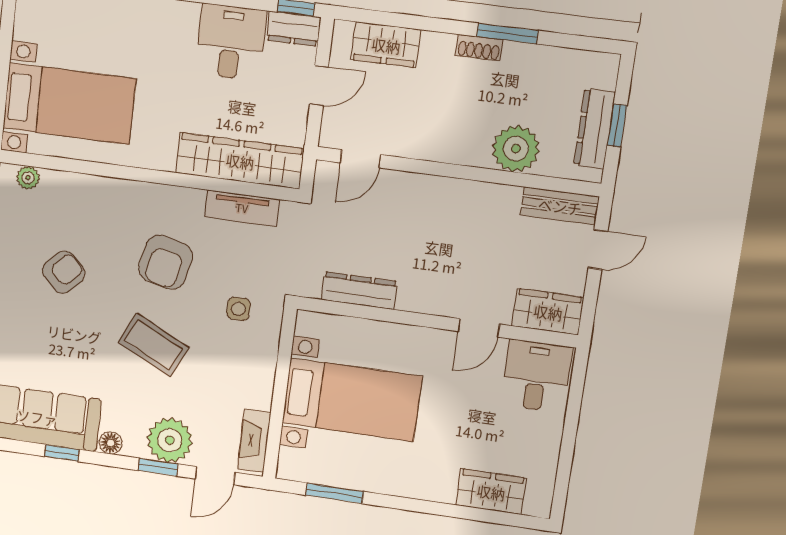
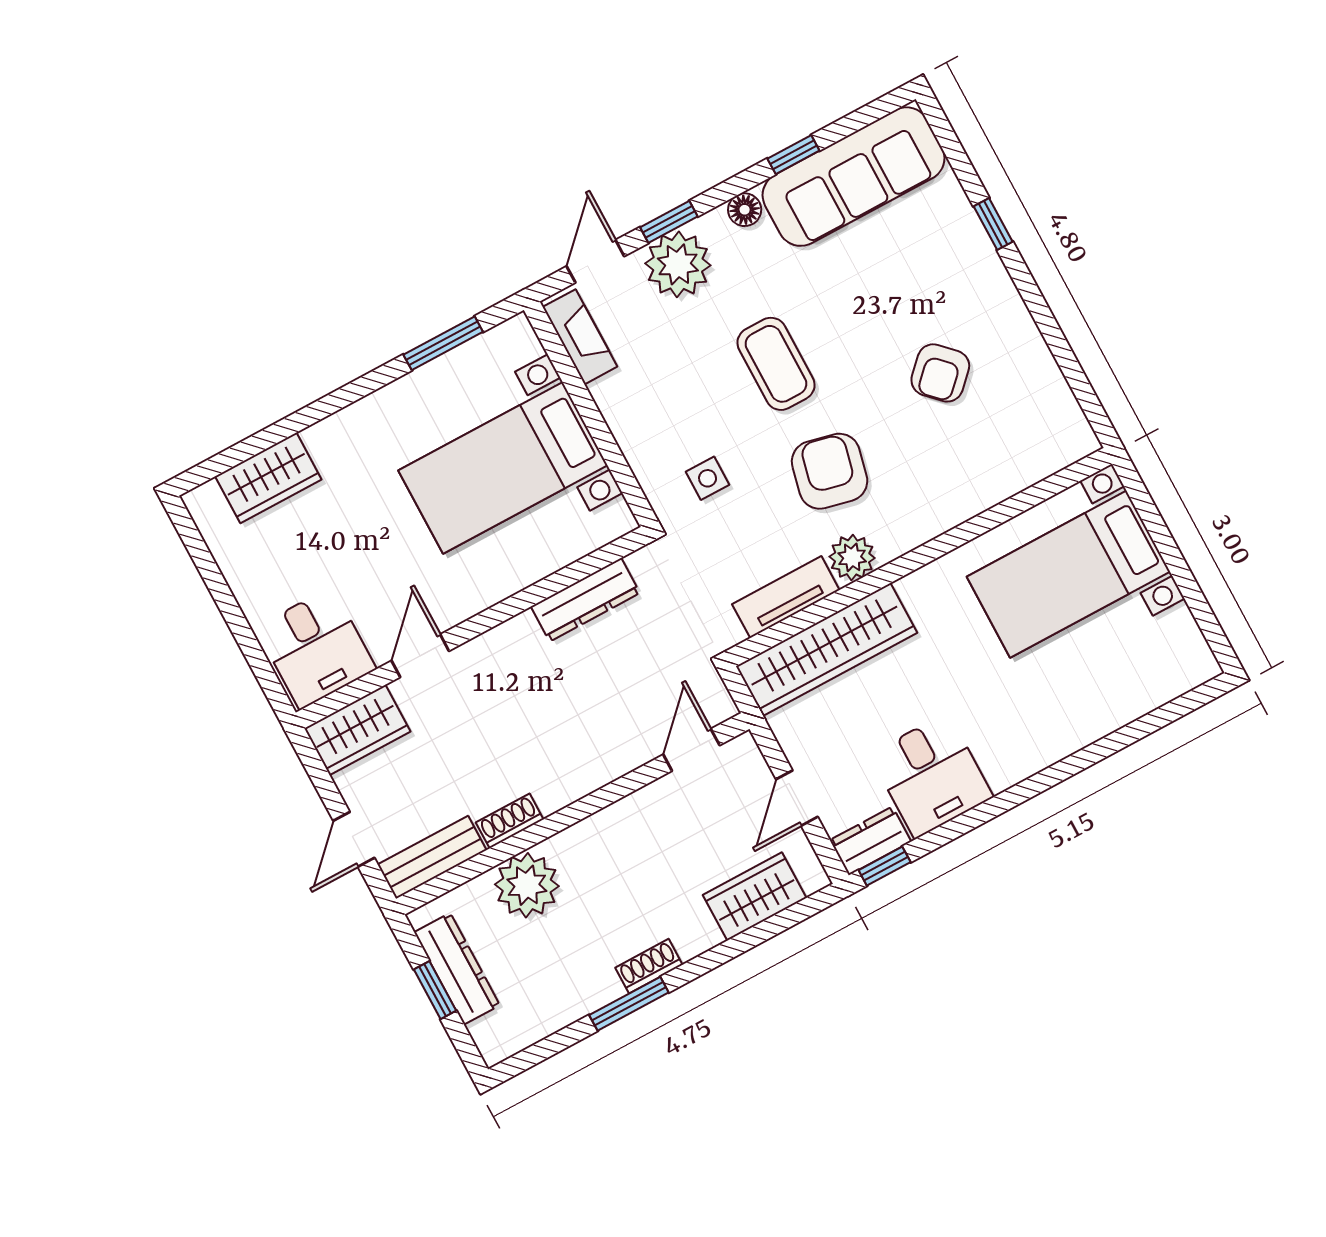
plant: (28, 178) -> (852, 557), moved, width x1.38, depth x1.38
shoe rack: (498, 194) -> (510, 821), added
coffee table: (153, 345) -> (776, 364), turned 64

